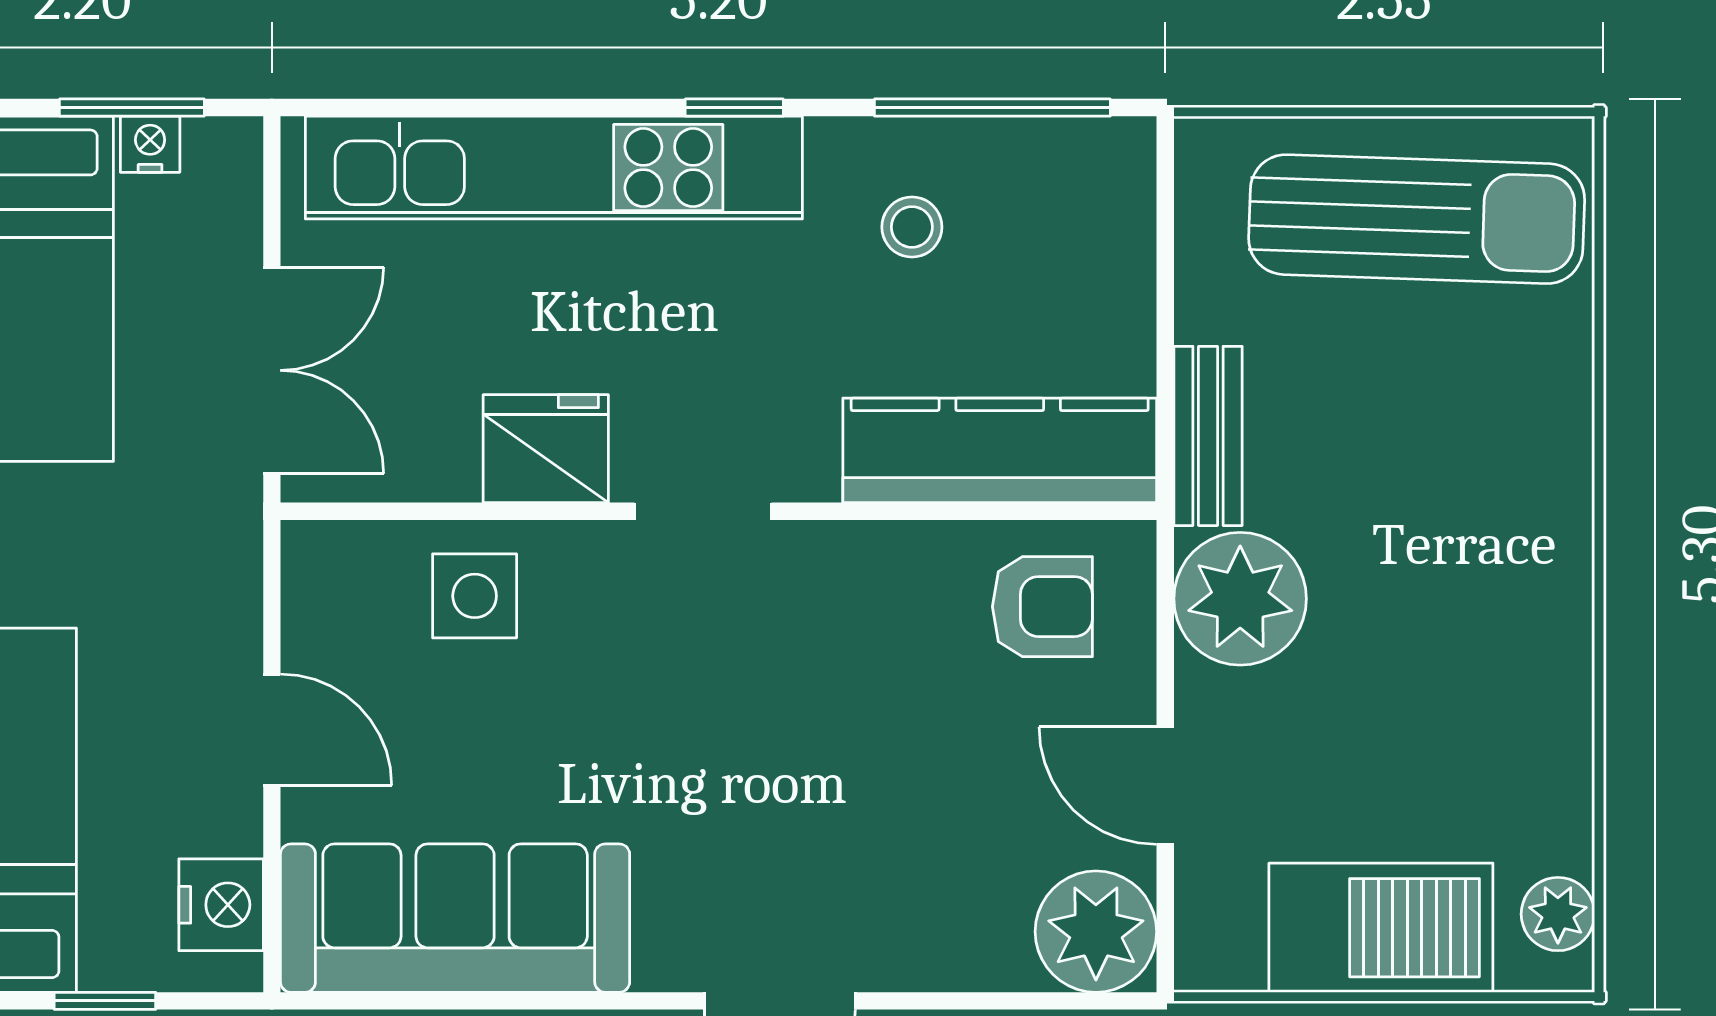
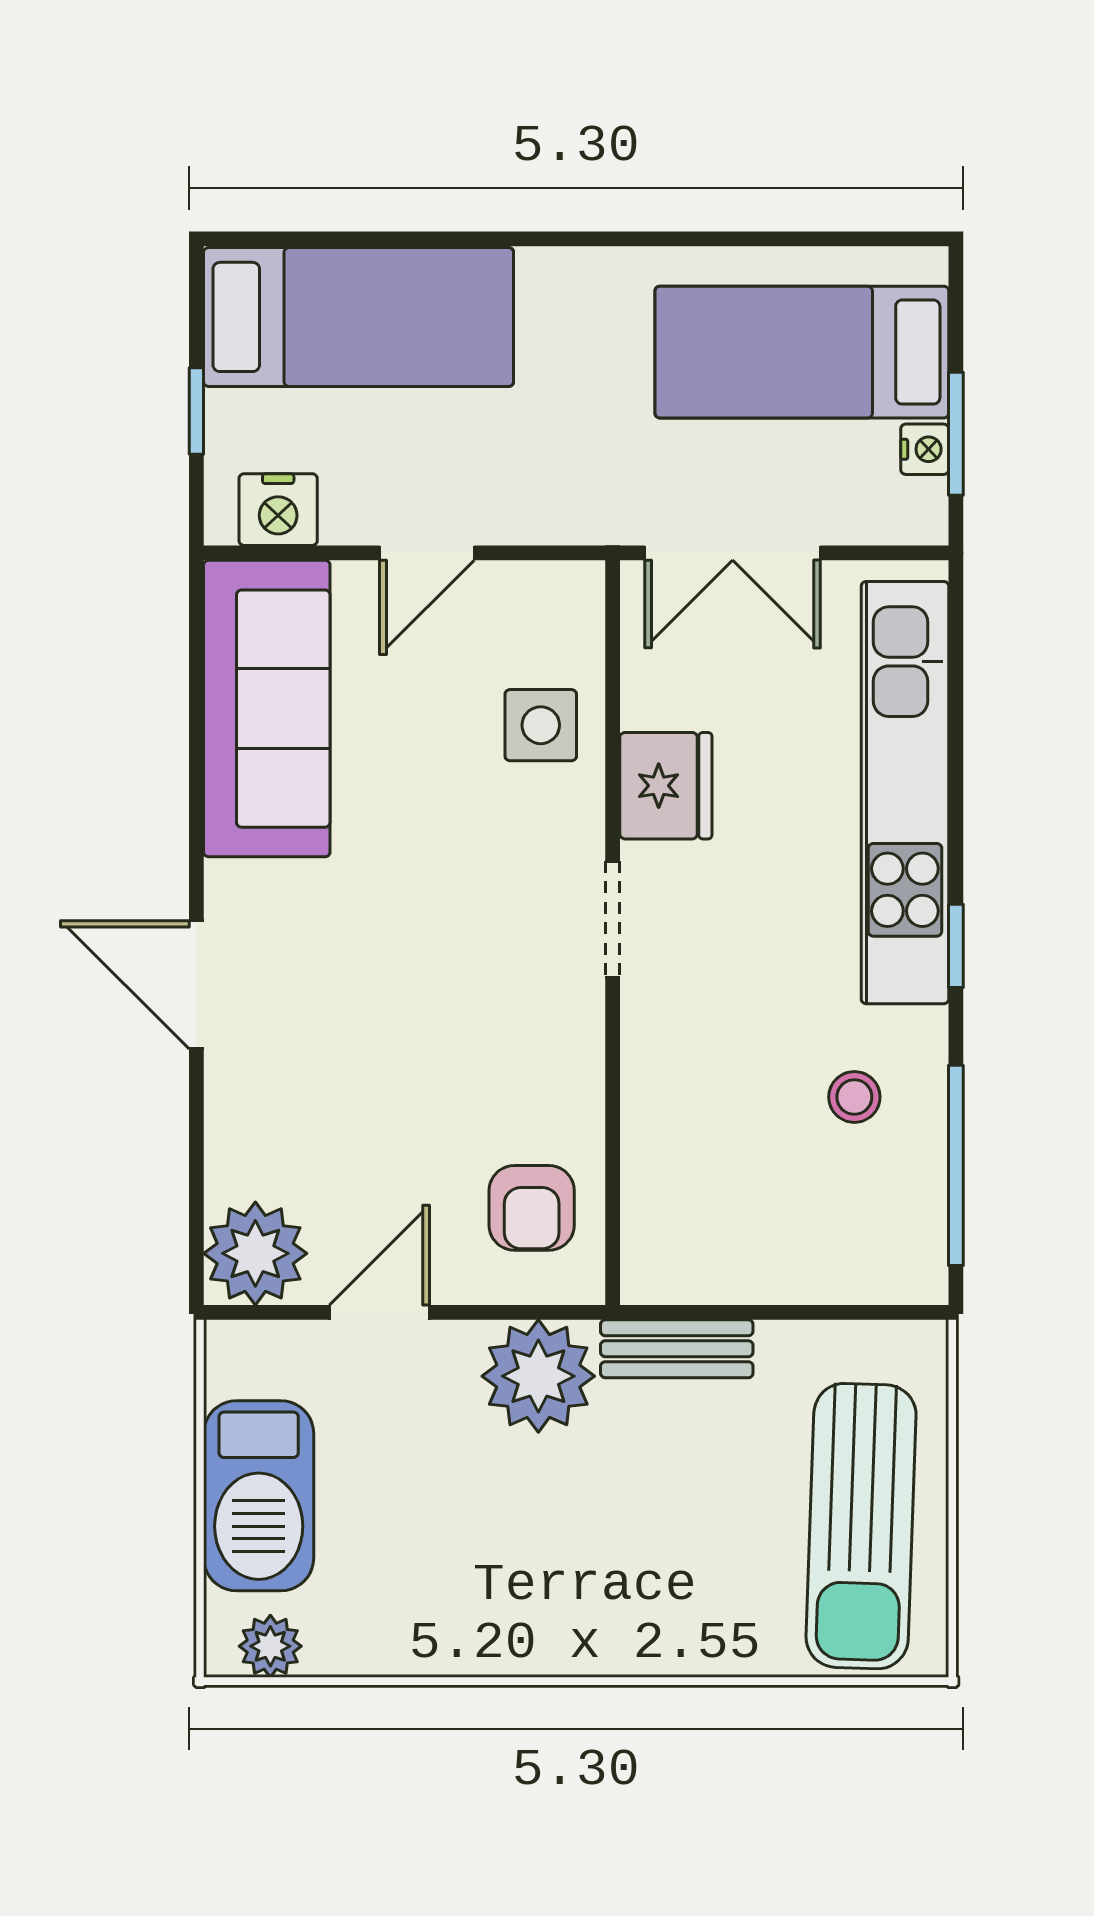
kitchen counter: (1000, 450) -> (664, 1172), removed

